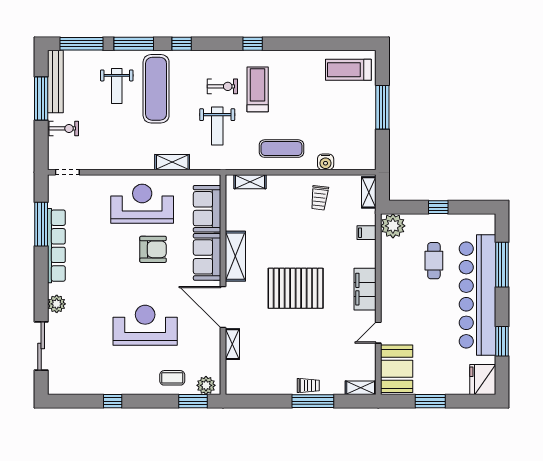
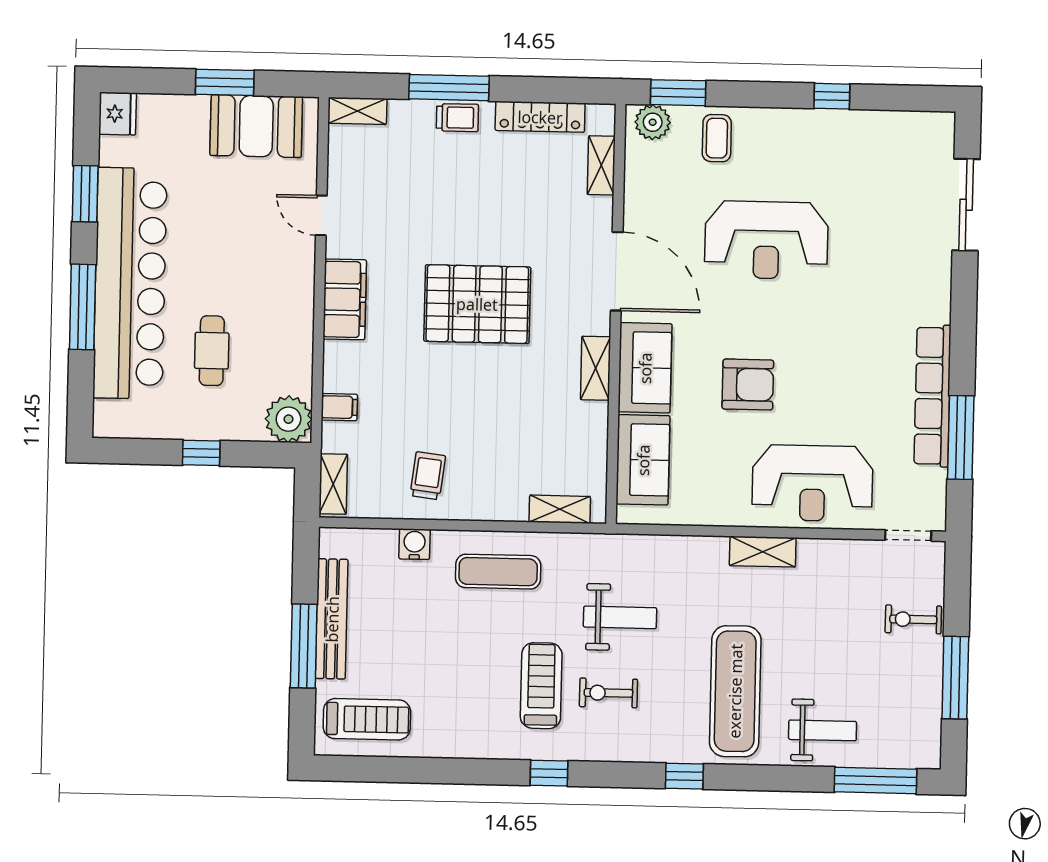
window: (134, 44) -> (776, 778), removed
bench: (55, 82) -> (332, 619), moved
weight bench: (117, 86) -> (823, 730), moved, turned 90
treadmill: (258, 89) -> (541, 686), turned 180
weight bench: (217, 126) -> (620, 617), turned 90
shelving: (172, 162) -> (763, 552), moved
reception desk: (142, 204) -> (812, 483), moved
armchair: (153, 249) -> (748, 385), turned 180
shelving: (235, 256) -> (596, 368), width x0.67, depth x0.75
window: (502, 265) -> (83, 307), moved
plant: (57, 304) -> (935, 284), removed
door: (378, 333) -> (321, 215), swing flipped
shelving: (232, 344) -> (601, 165), moved
booth: (397, 369) -> (256, 126), moved, turned 90
coffee table: (172, 378) -> (717, 138), turned 90
fridge: (483, 380) -> (118, 114), width x0.73, depth x0.75
trolley: (308, 386) -> (457, 118), turned 180
locker: (265, 387) -> (540, 117), added

